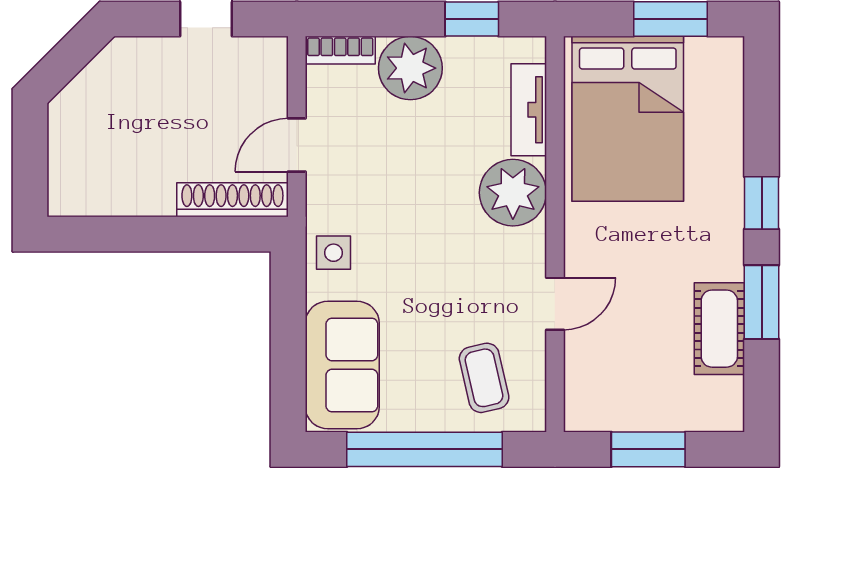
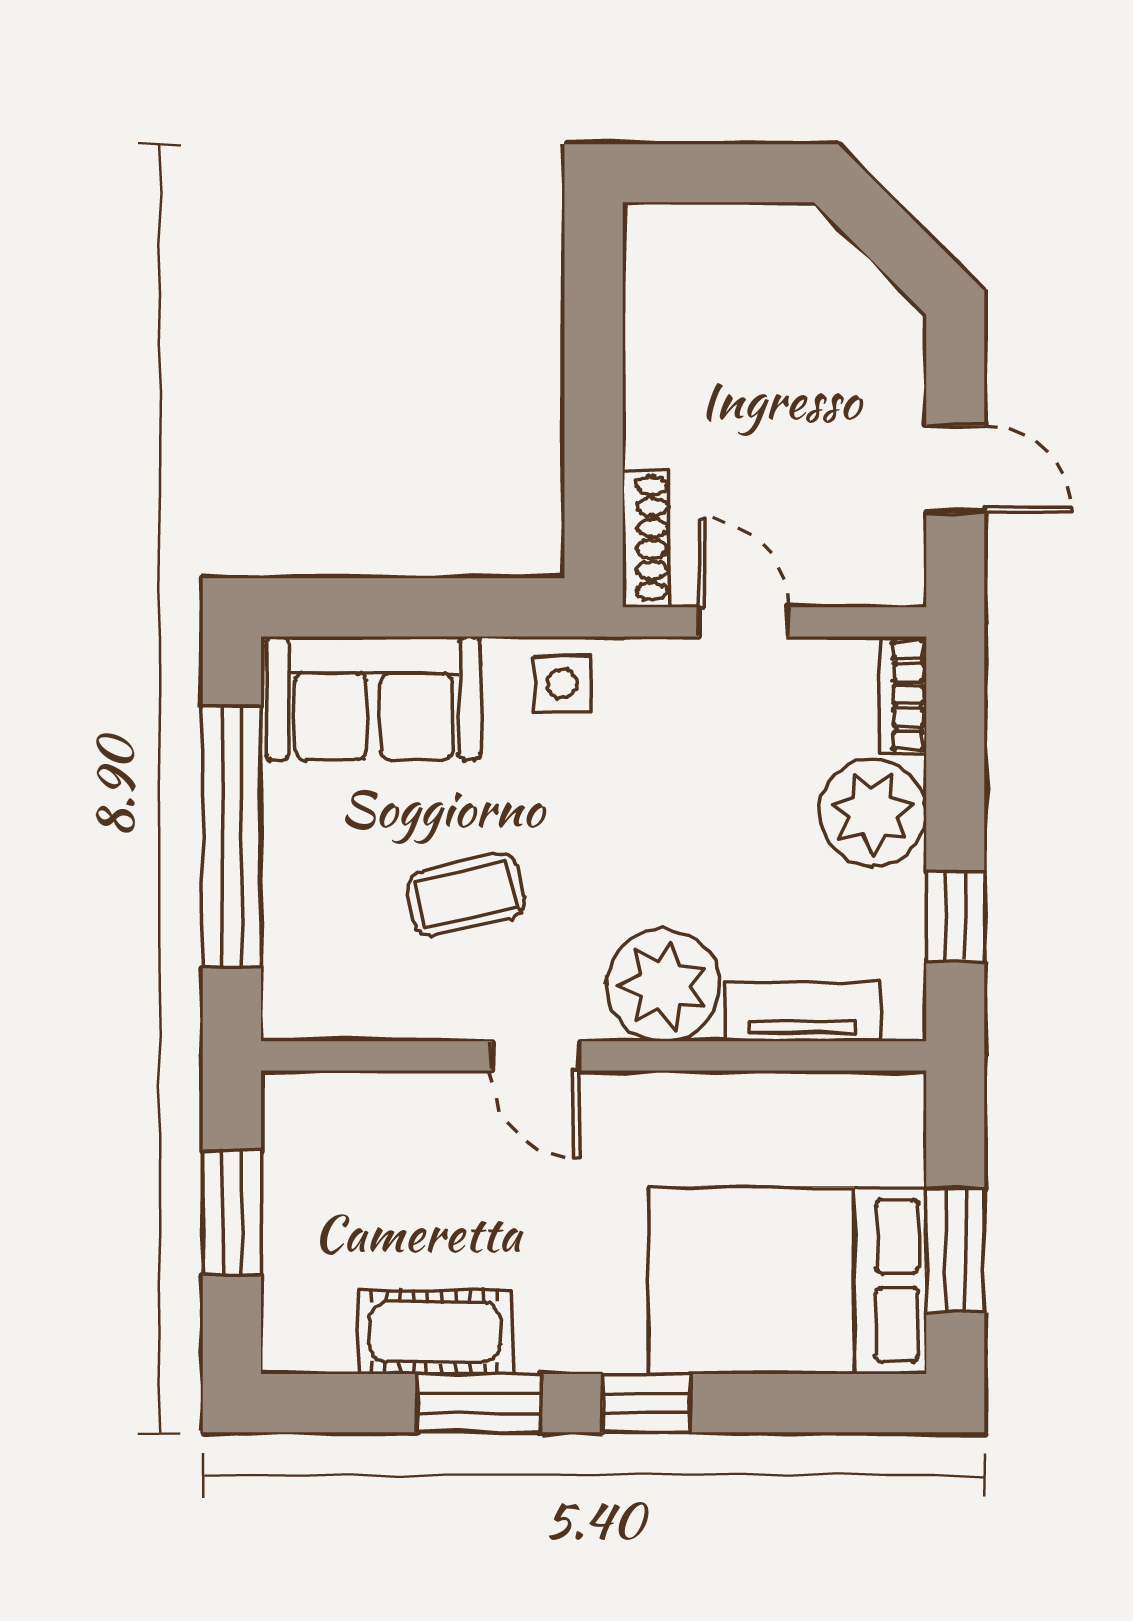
bed: (628, 119) -> (788, 1281), moved
shoe rack: (232, 200) -> (646, 539), width x0.74, depth x0.81
door: (555, 304) -> (535, 1056), moved
coffee table: (484, 378) -> (466, 895), moved

